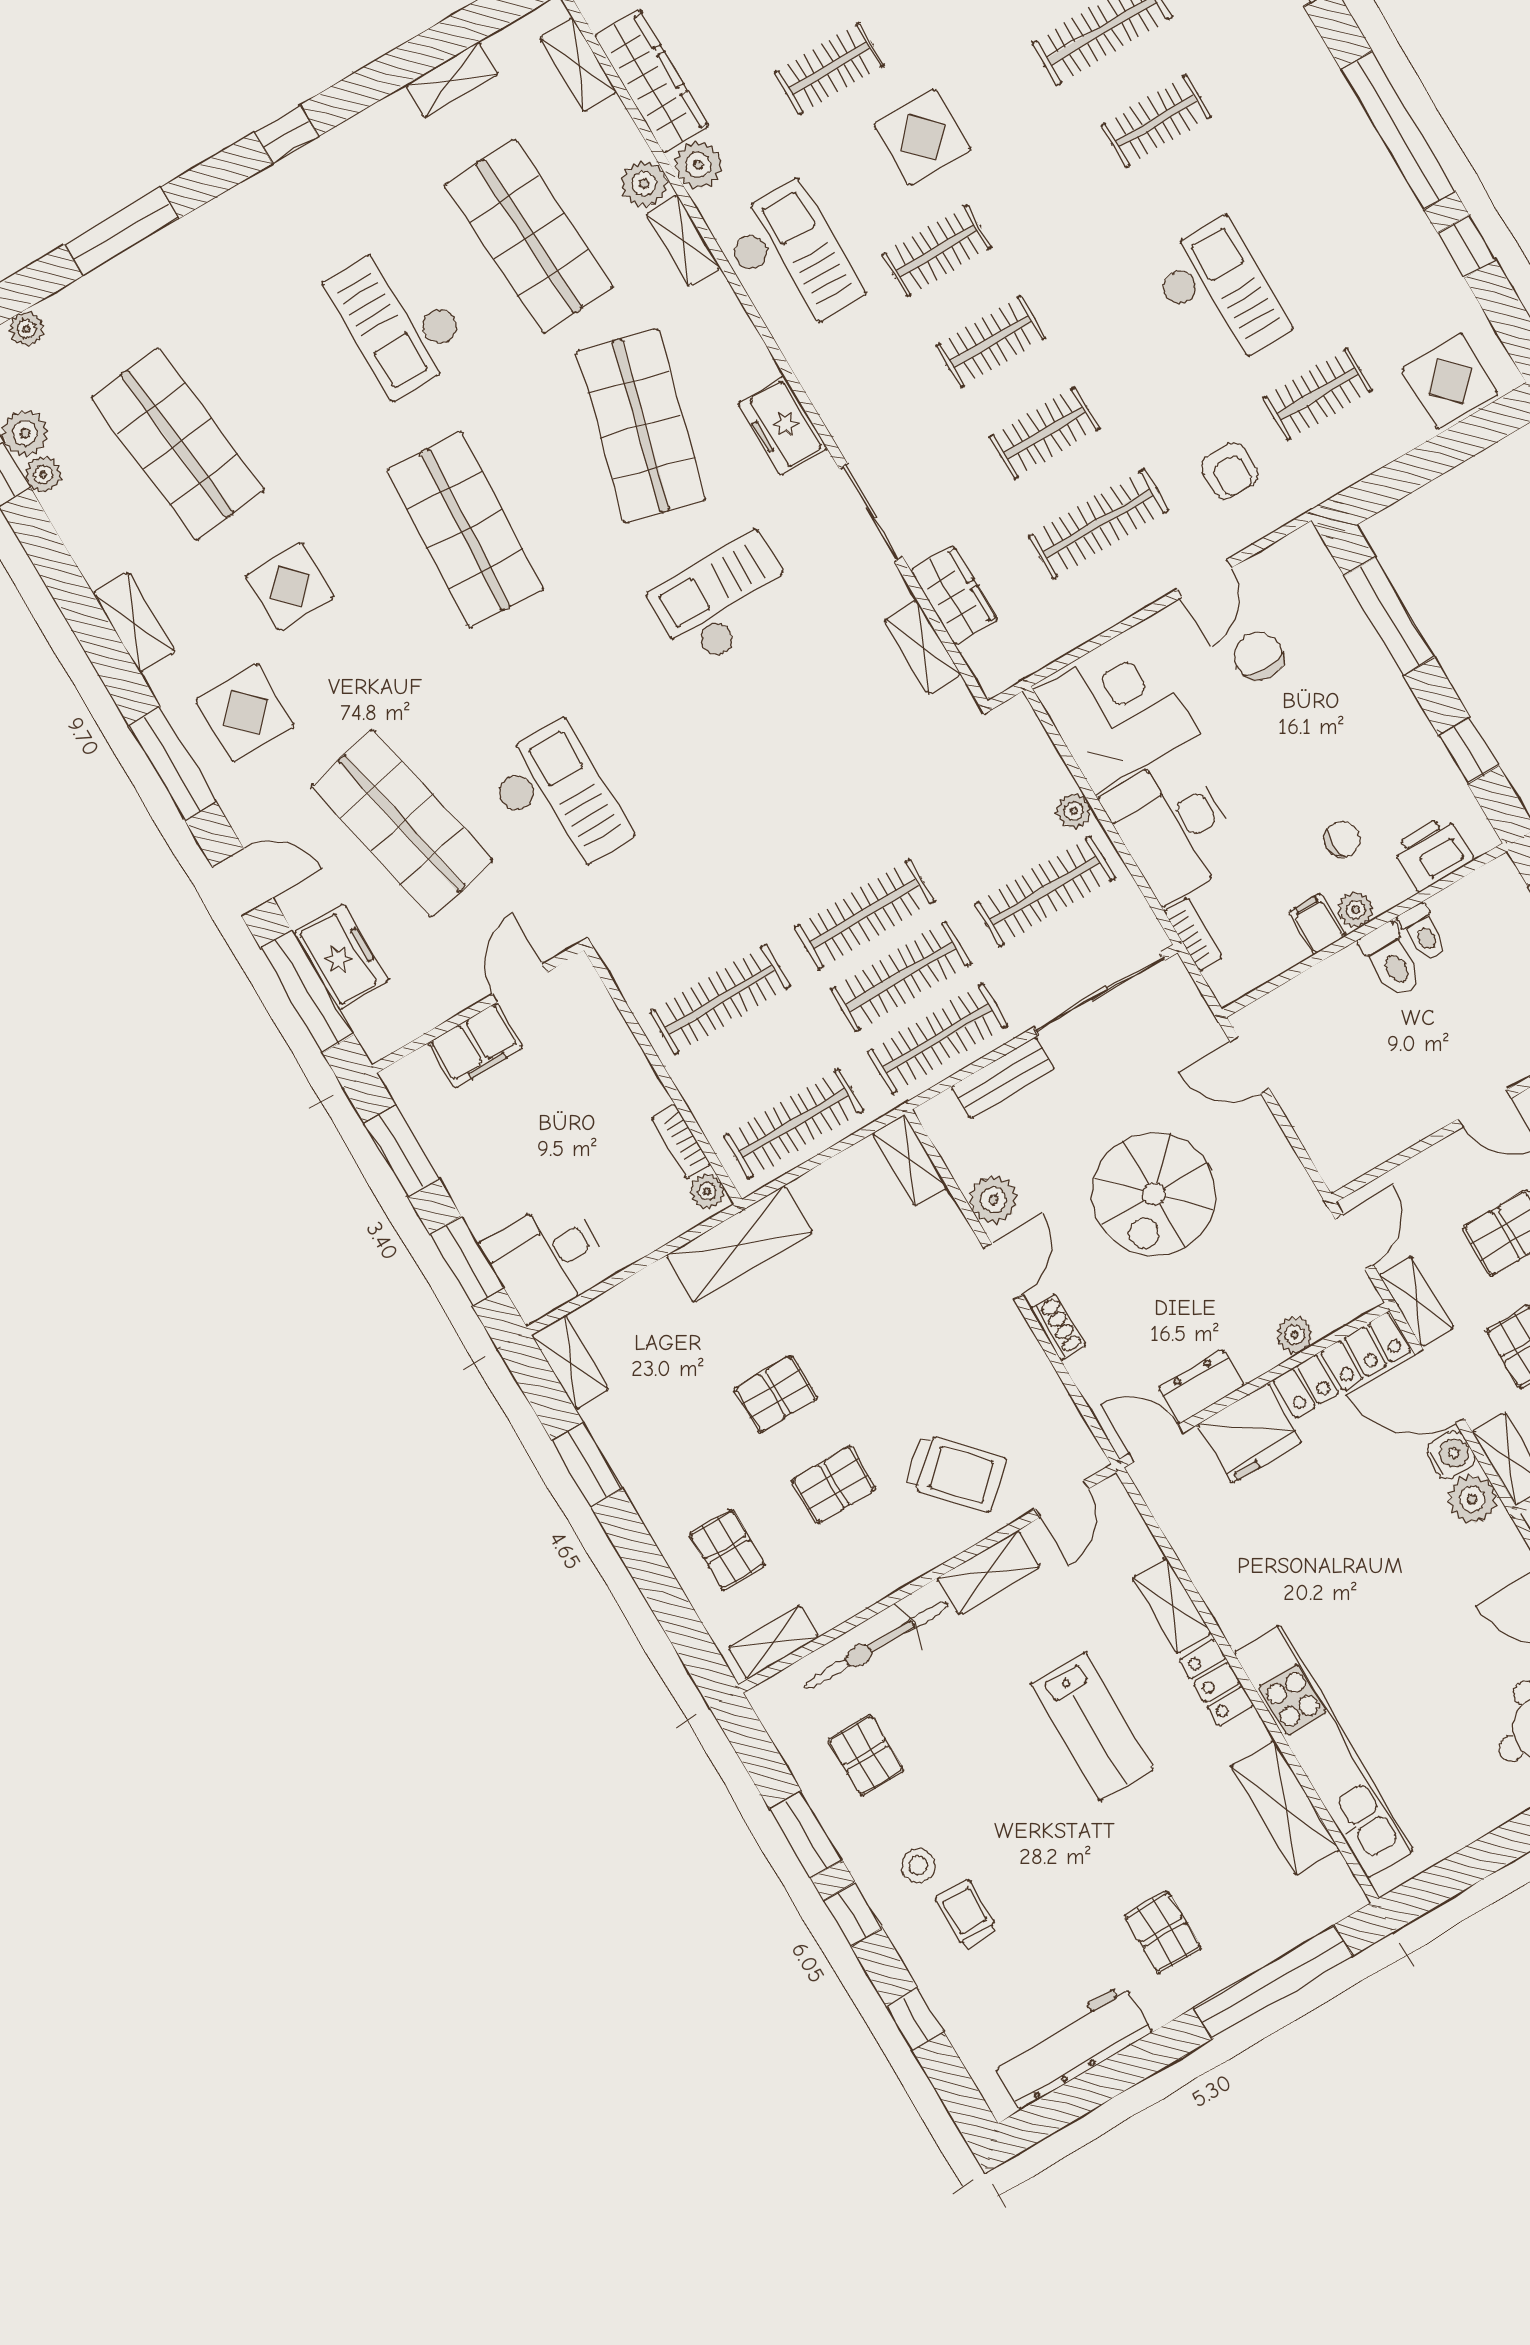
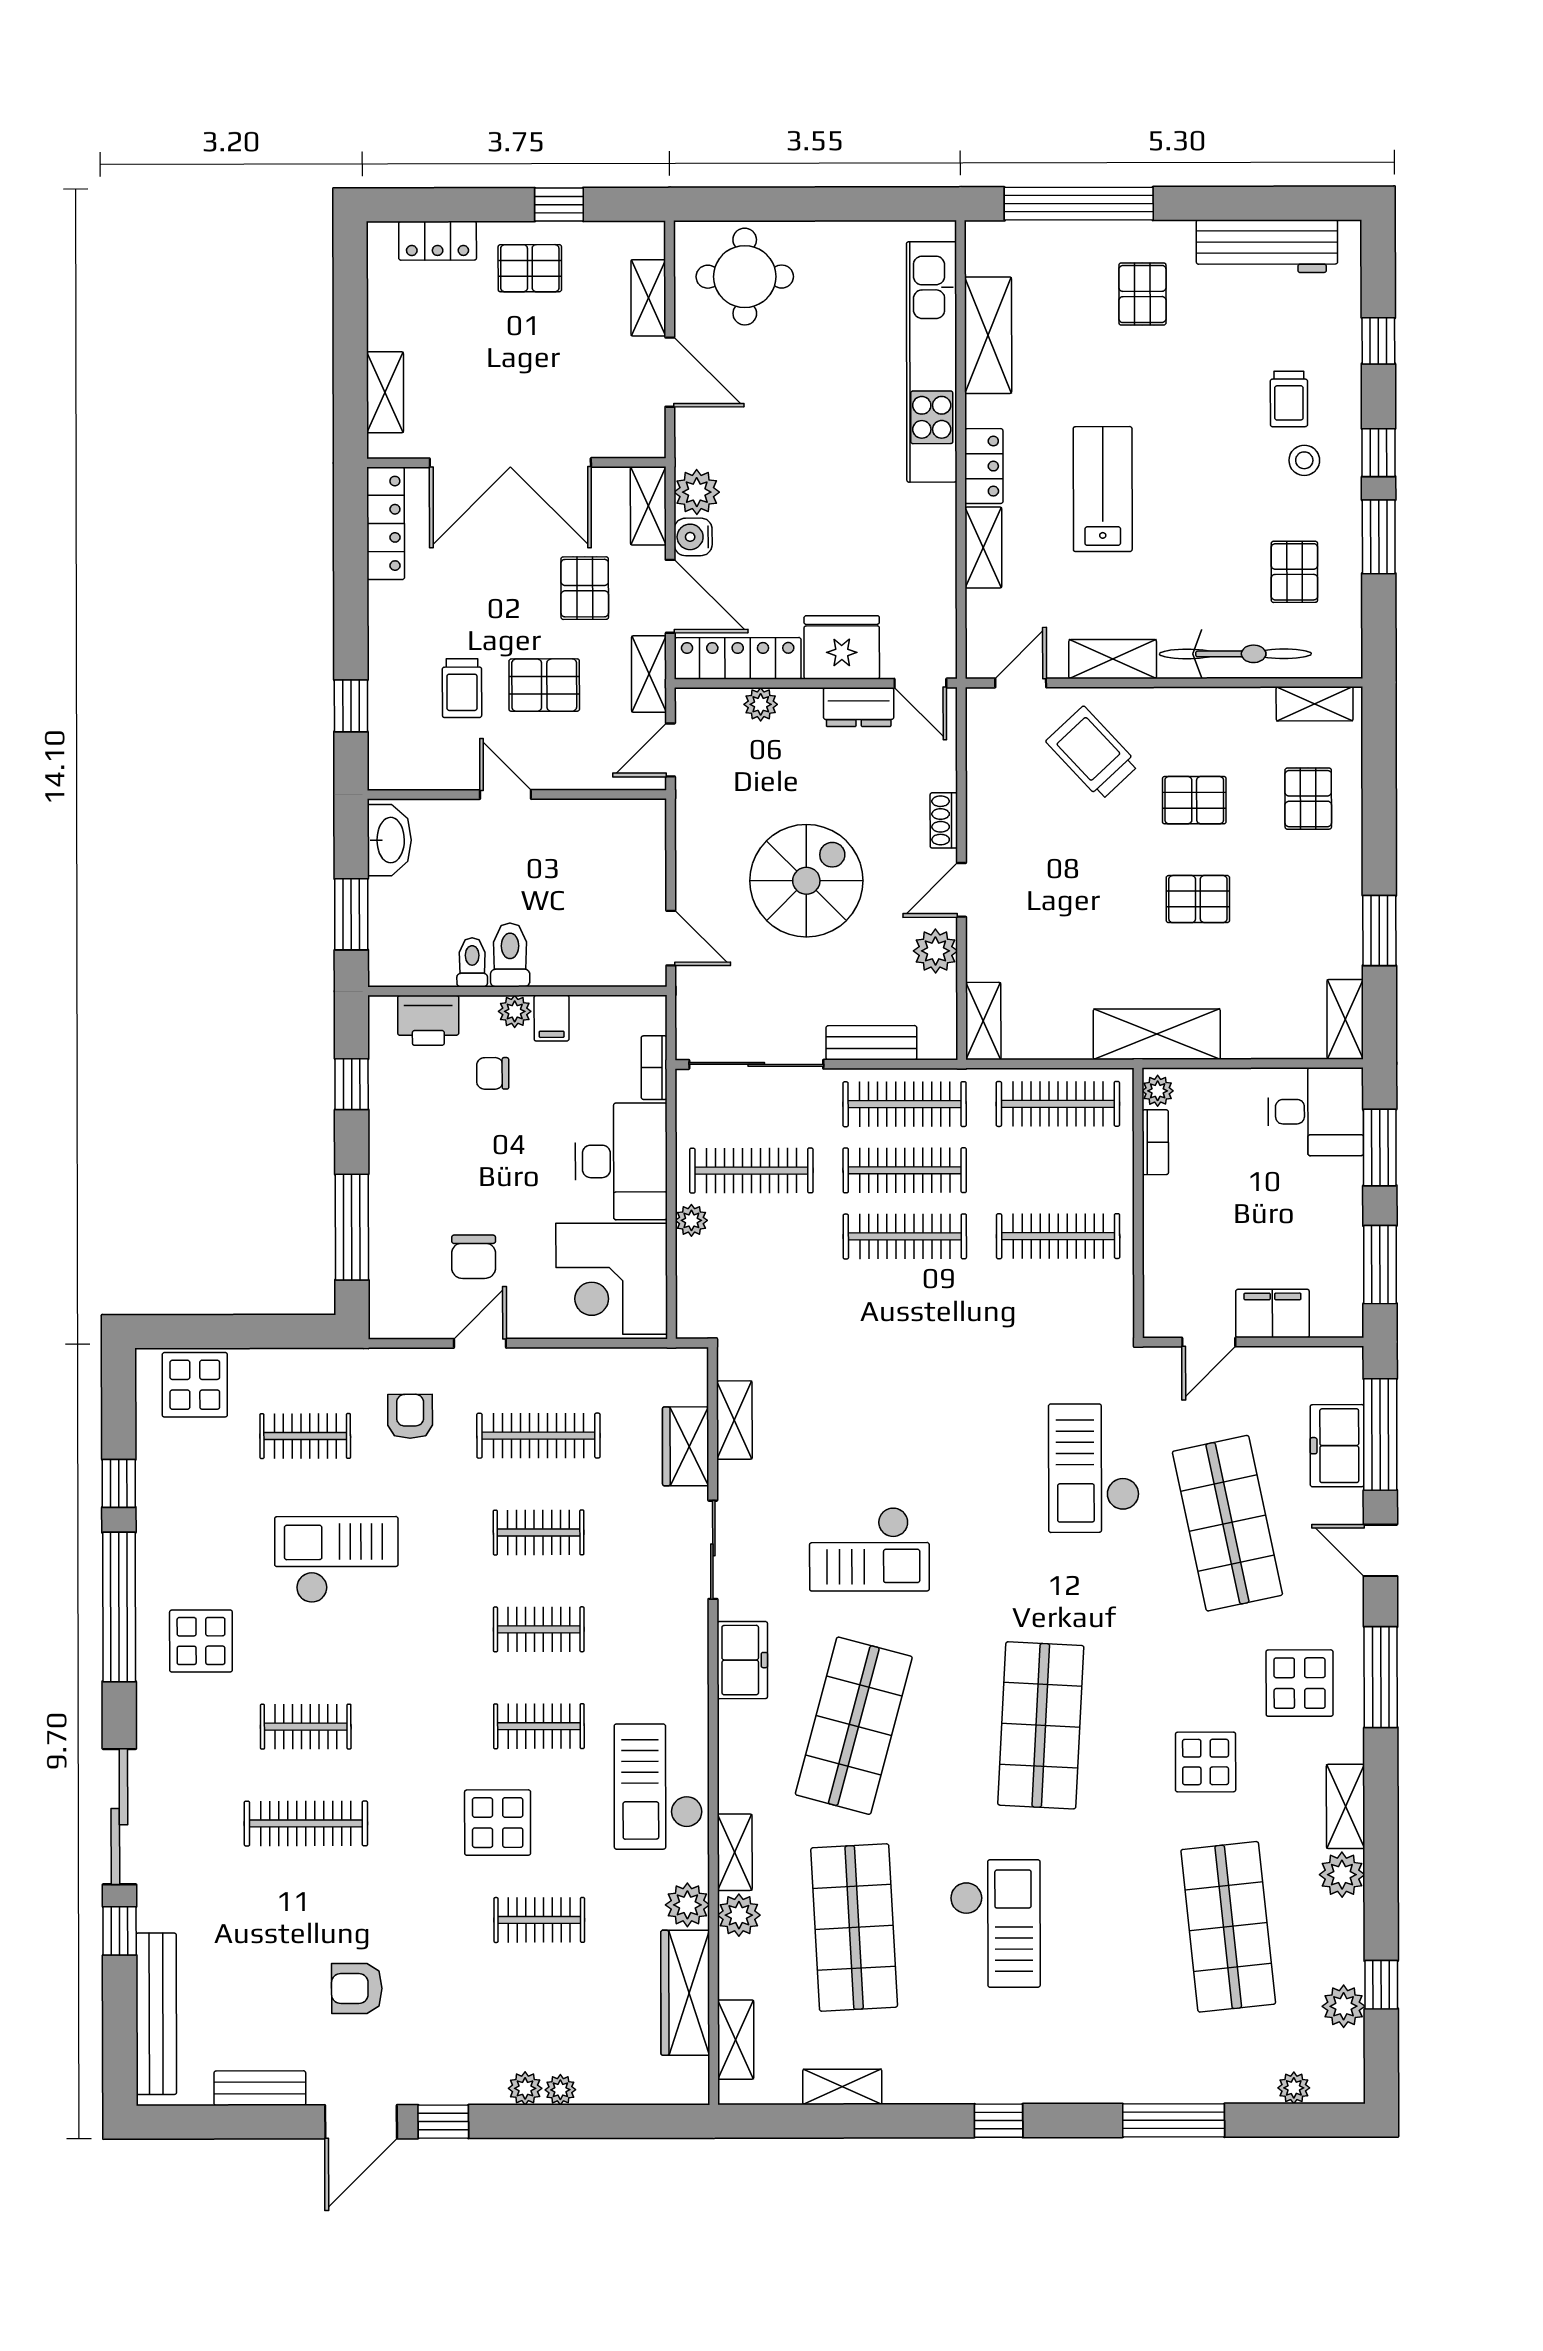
display table: (1302, 144) -> (201, 1641), added
checkout: (1220, 295) -> (336, 1560), turned 90
plant: (43, 474) -> (1342, 1875), moved, width x1.38, depth x1.38

